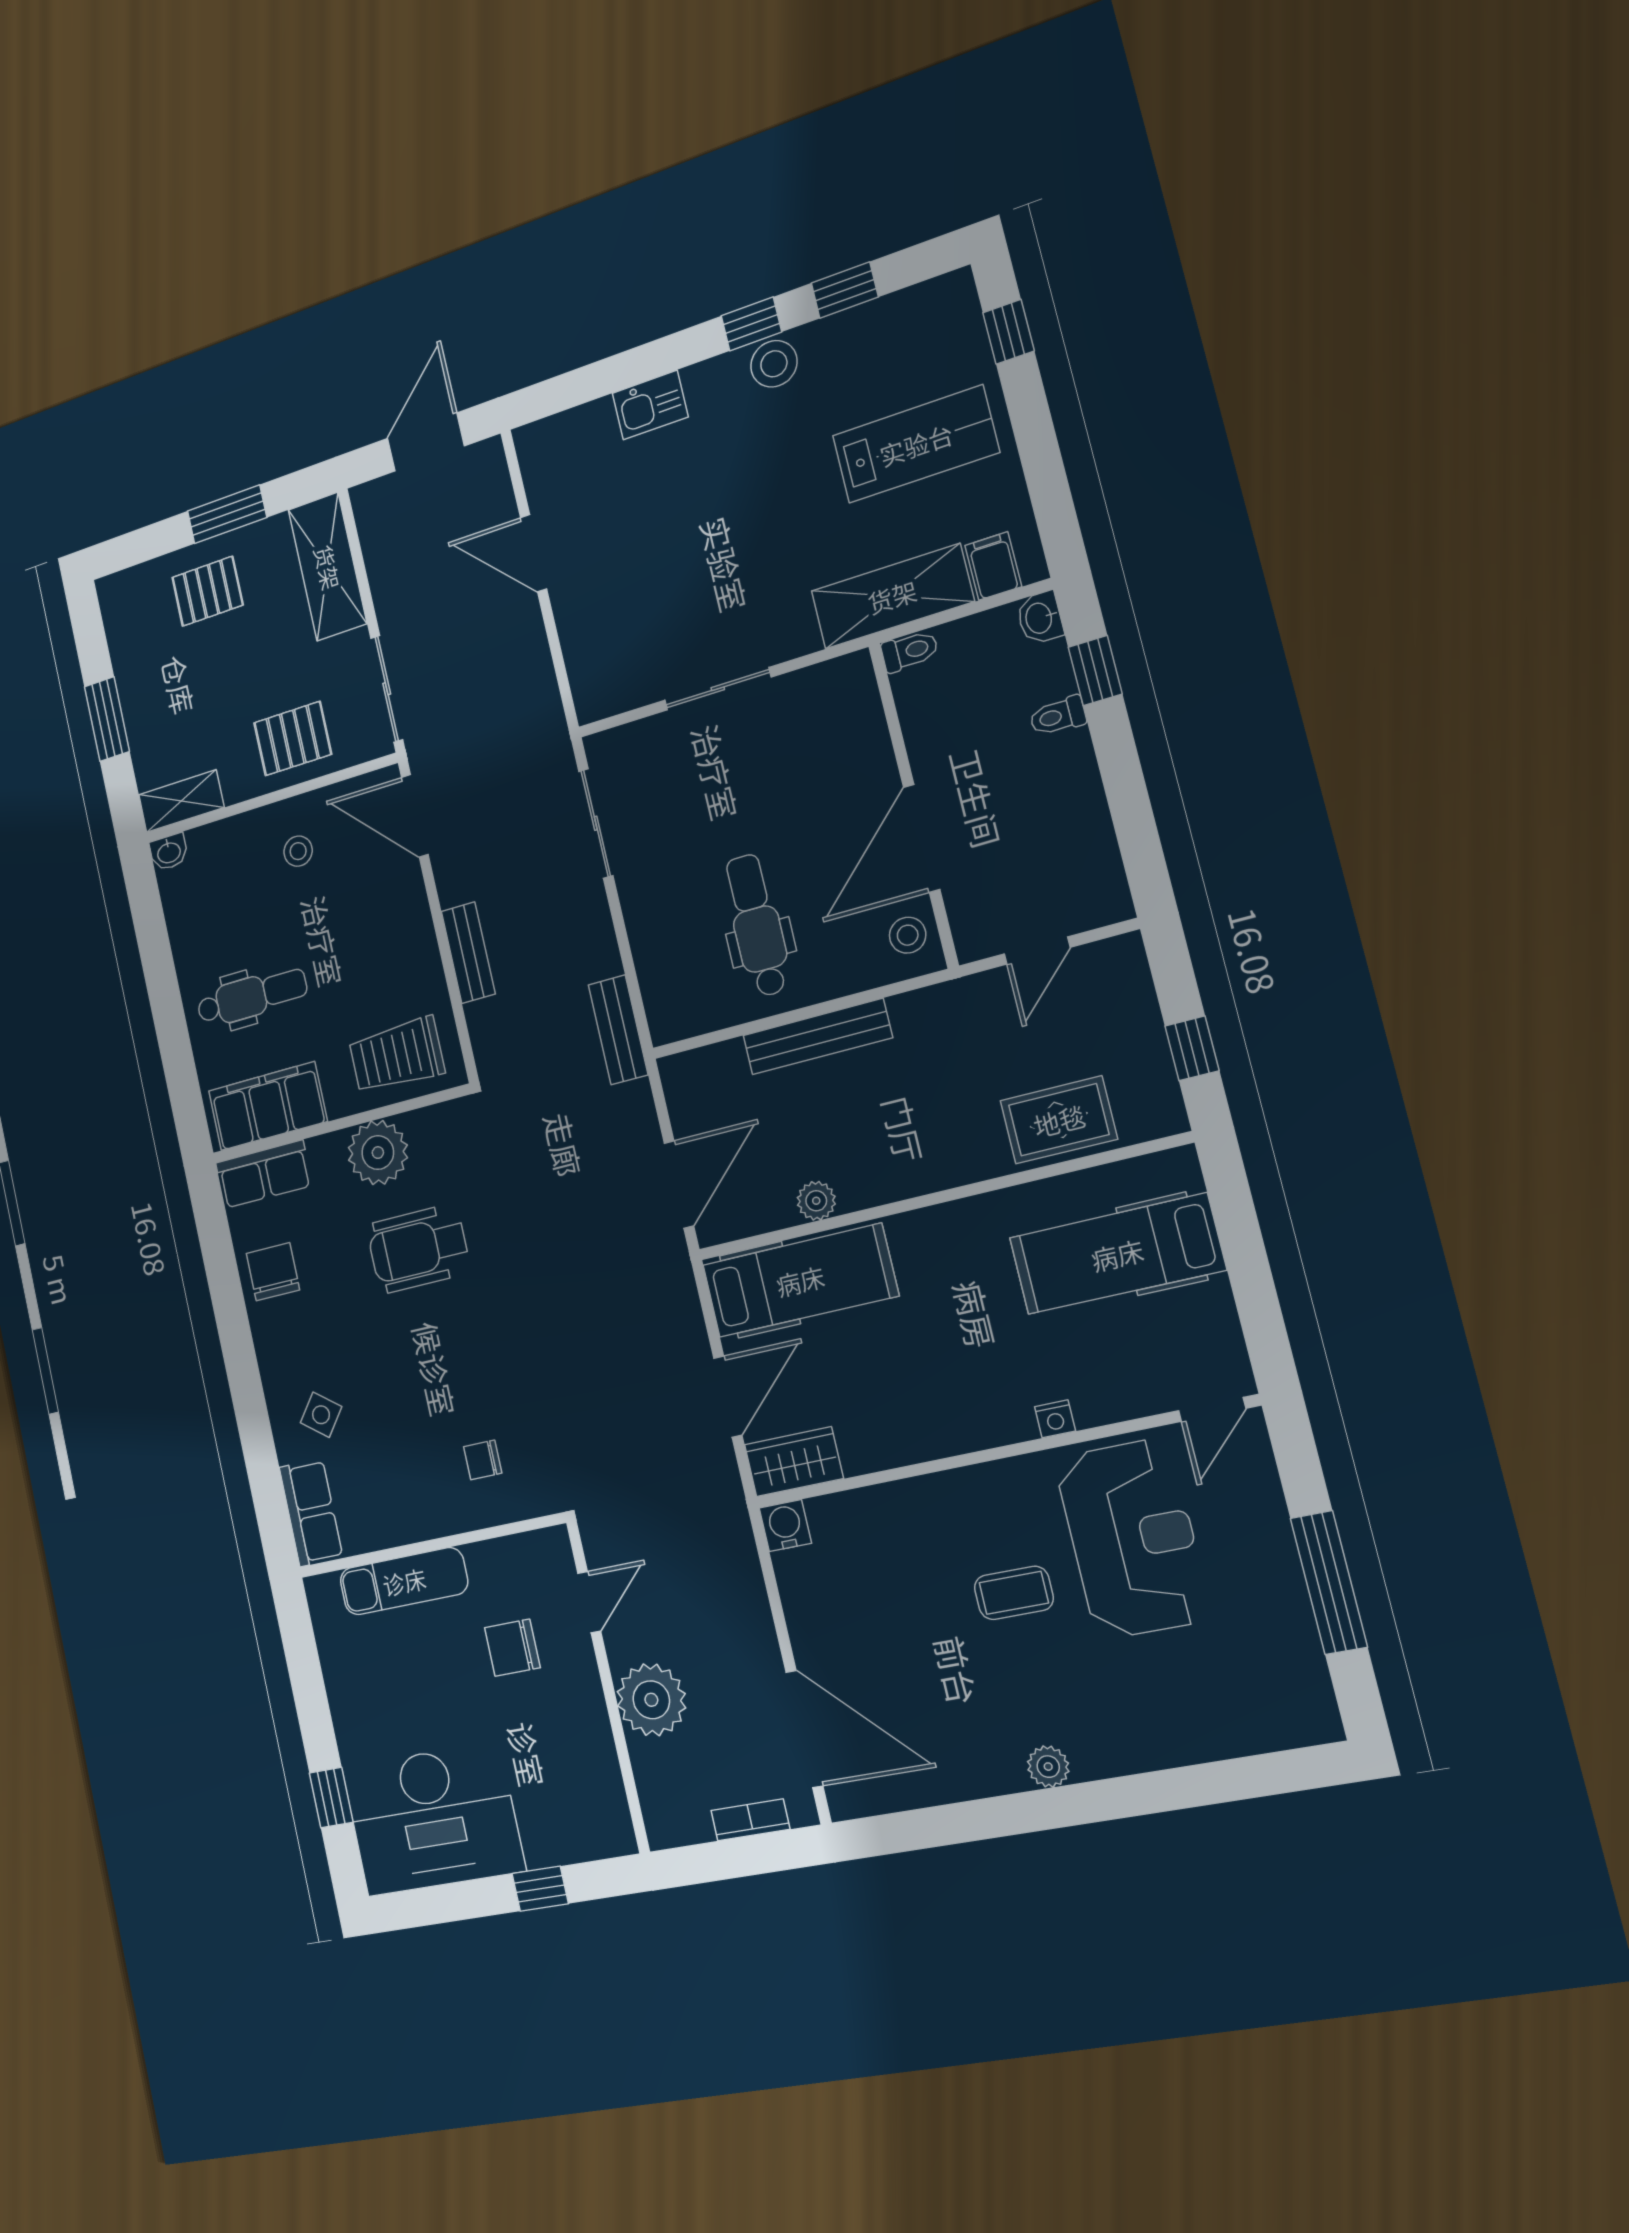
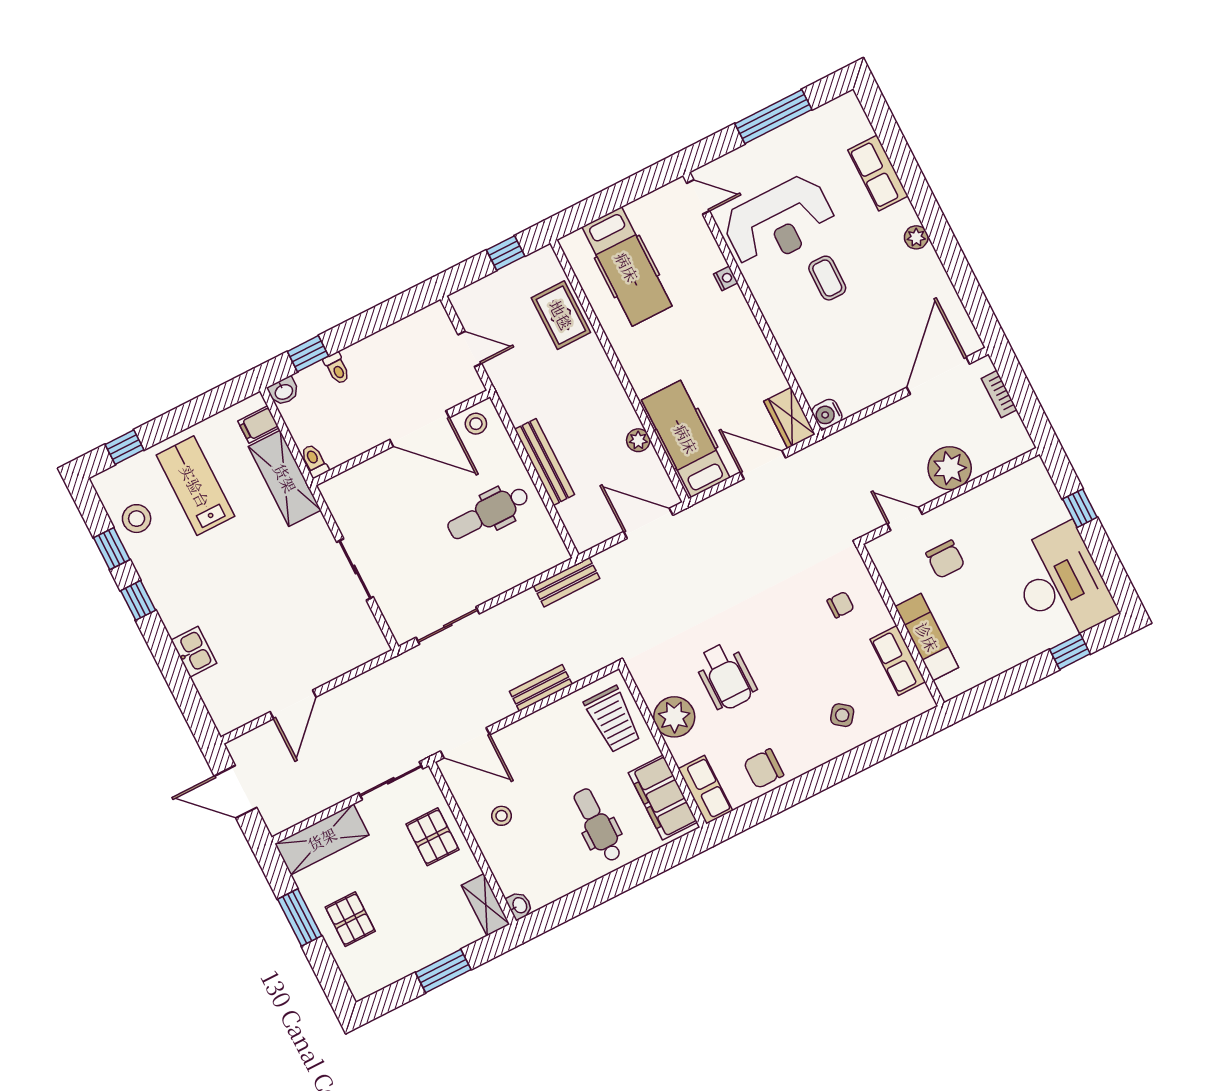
stool: (774, 364) -> (137, 519), moved
door: (415, 816) -> (465, 743), hinge flipped
chair: (483, 1460) -> (841, 605), turned -90
row of seats: (311, 1512) -> (898, 660), moved, turned -90
reception desk: (1133, 1539) -> (779, 222), turned 180
row of seats: (1179, 1736) -> (878, 173), added

